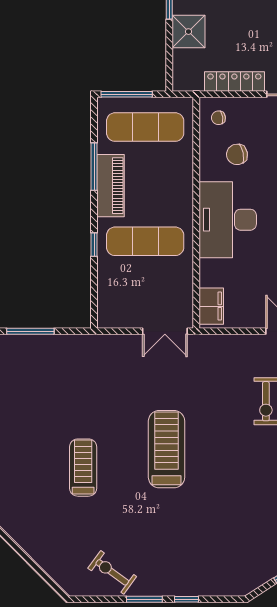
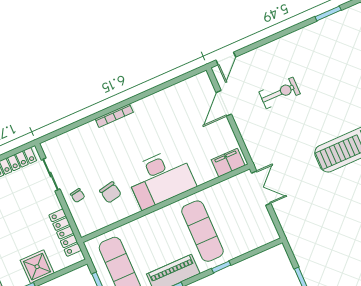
locker: (234, 81) -> (65, 233), moved
chair: (218, 118) -> (78, 196), moved

